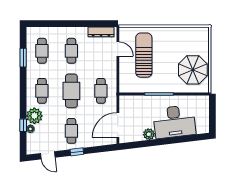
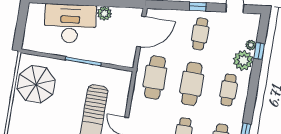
cafe table: (101, 91) -> (155, 78), width x1.37, depth x1.35

